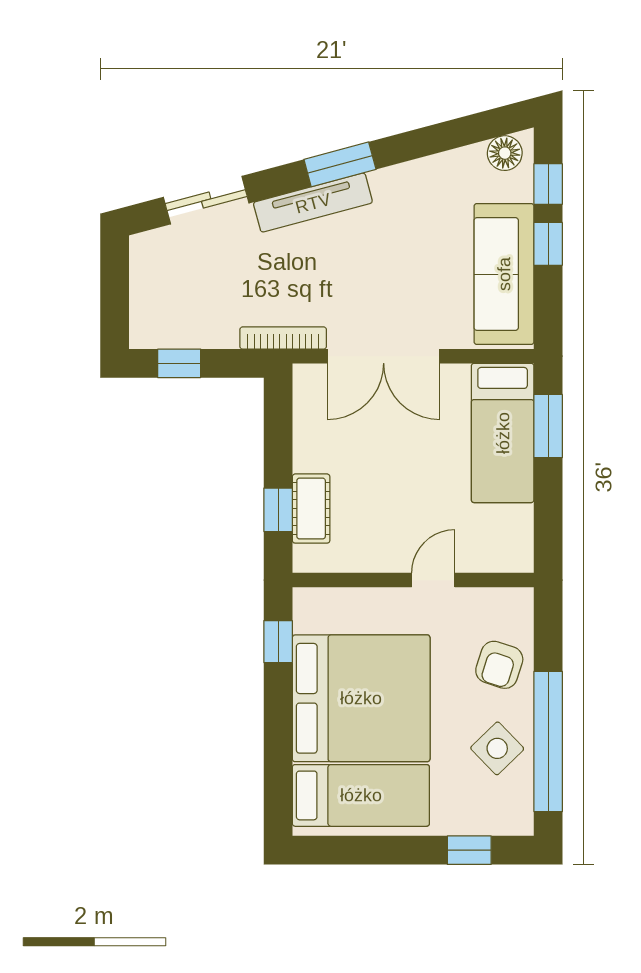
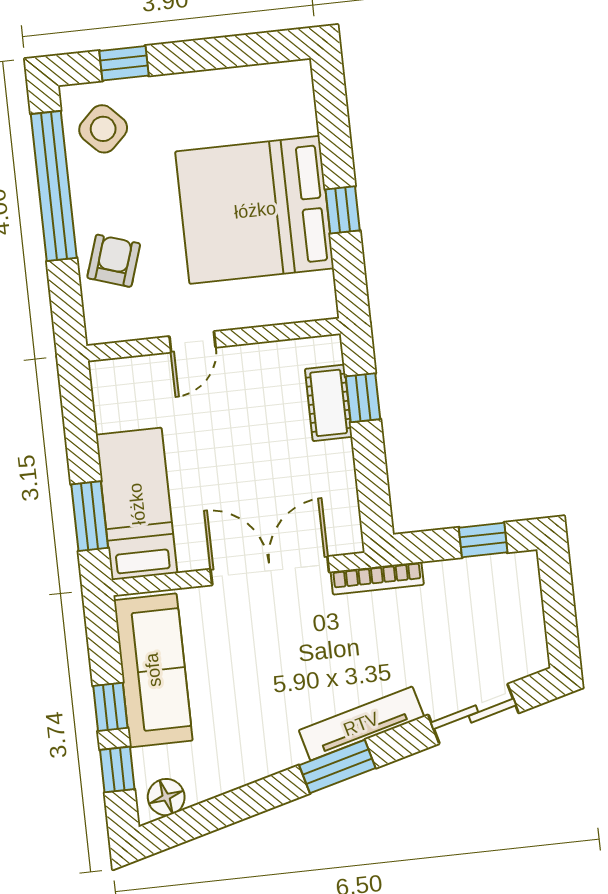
window: (278, 642) -> (343, 210), moved
side table: (497, 748) -> (103, 129), moved
bed: (361, 795) -> (244, 108), removed

